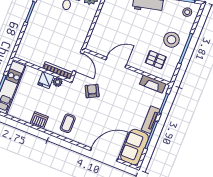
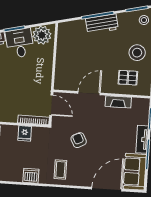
plant: (58, 82) -> (37, 132), removed
fireplace: (153, 84) -> (118, 102), moved
armchair: (92, 91) -> (79, 140), moved

